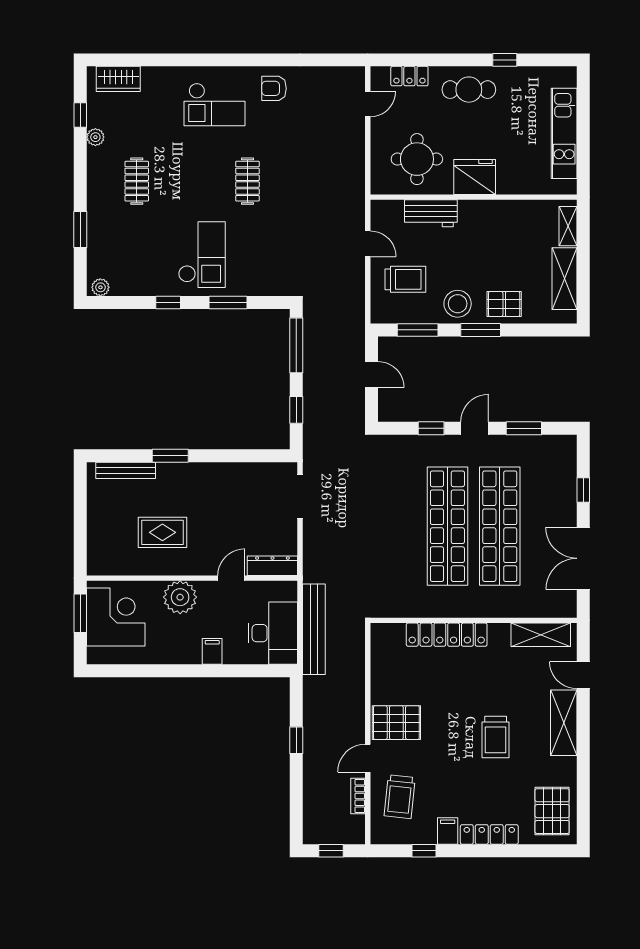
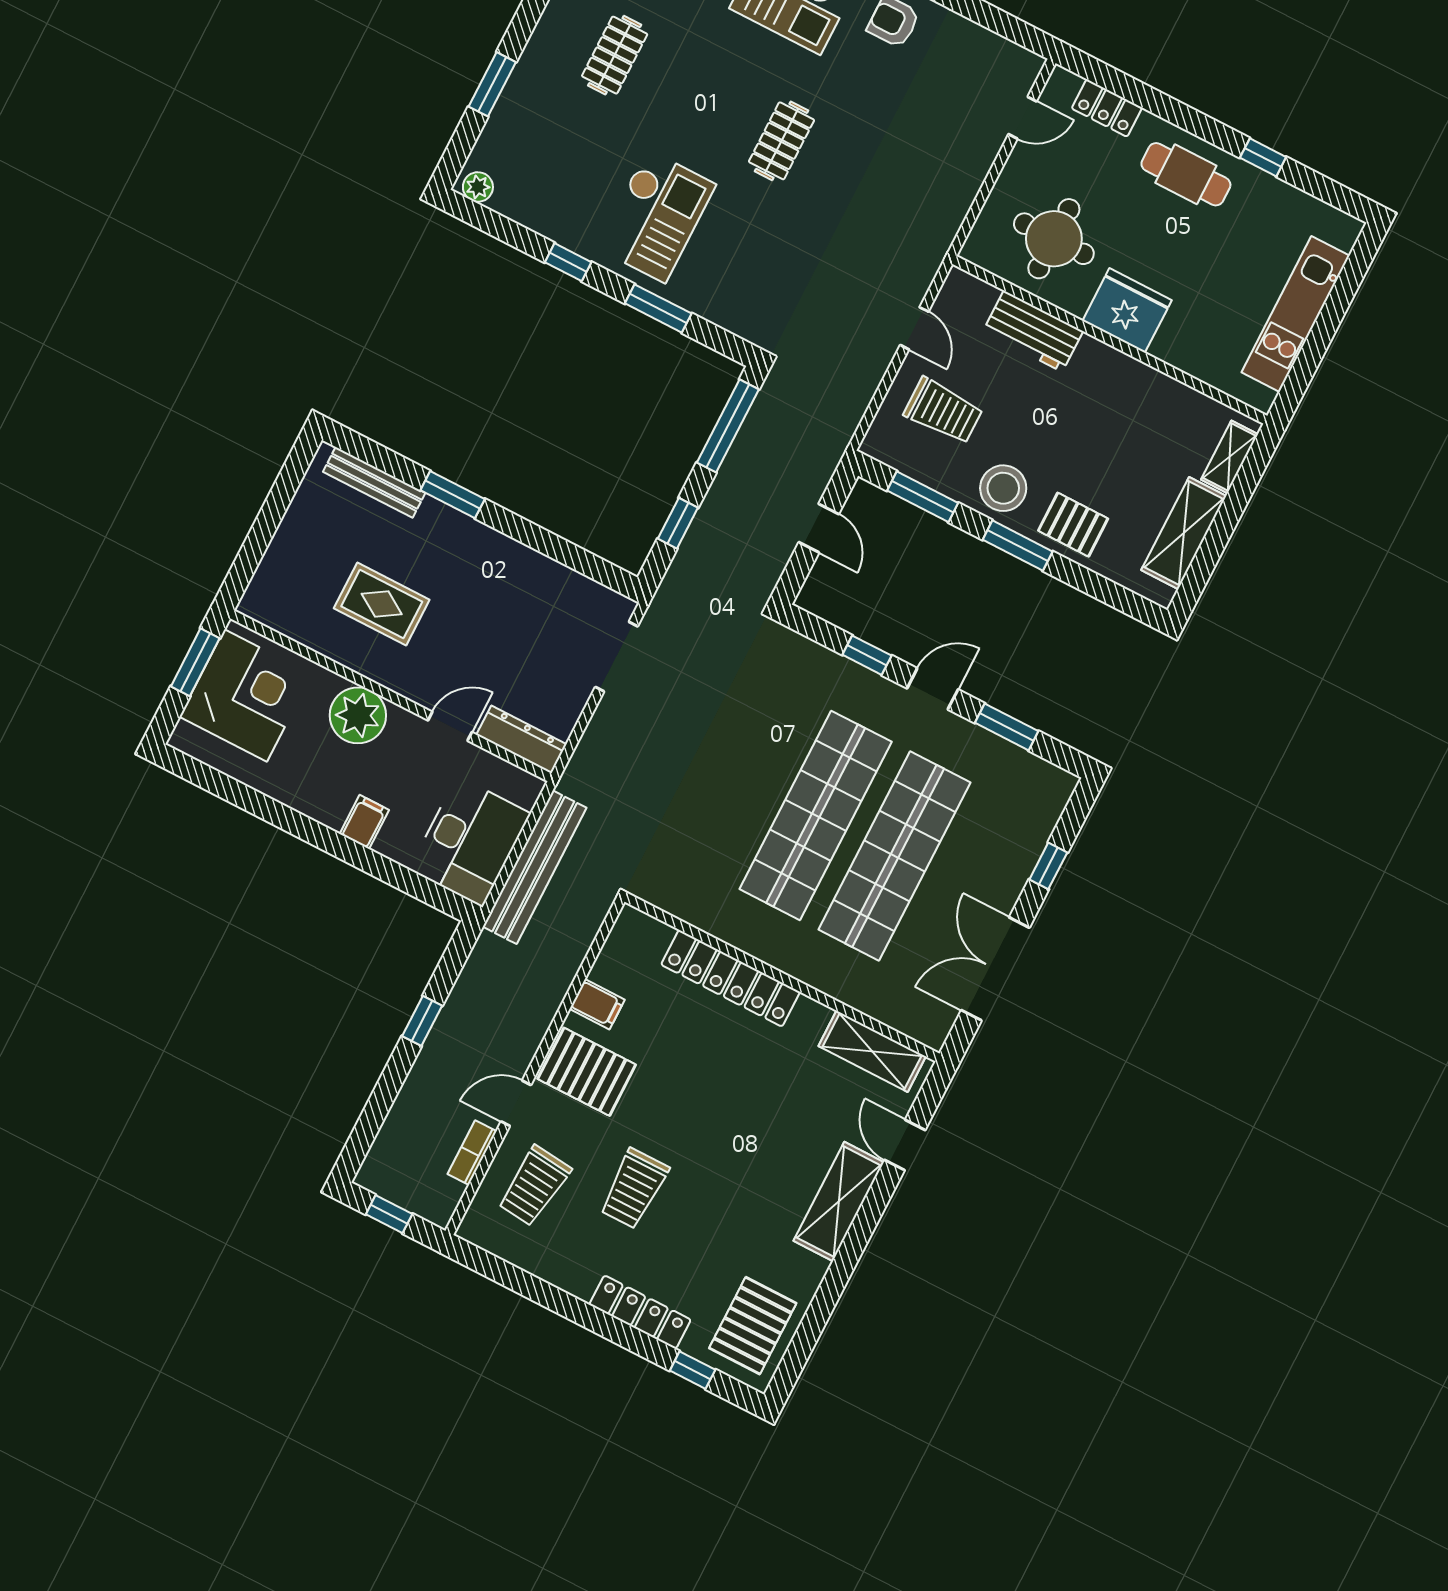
trolley: (496, 737) -> (634, 1189), moved
filing cabinet: (448, 831) -> (597, 1004), moved, turned 90
window: (424, 851) -> (693, 1370), moved

